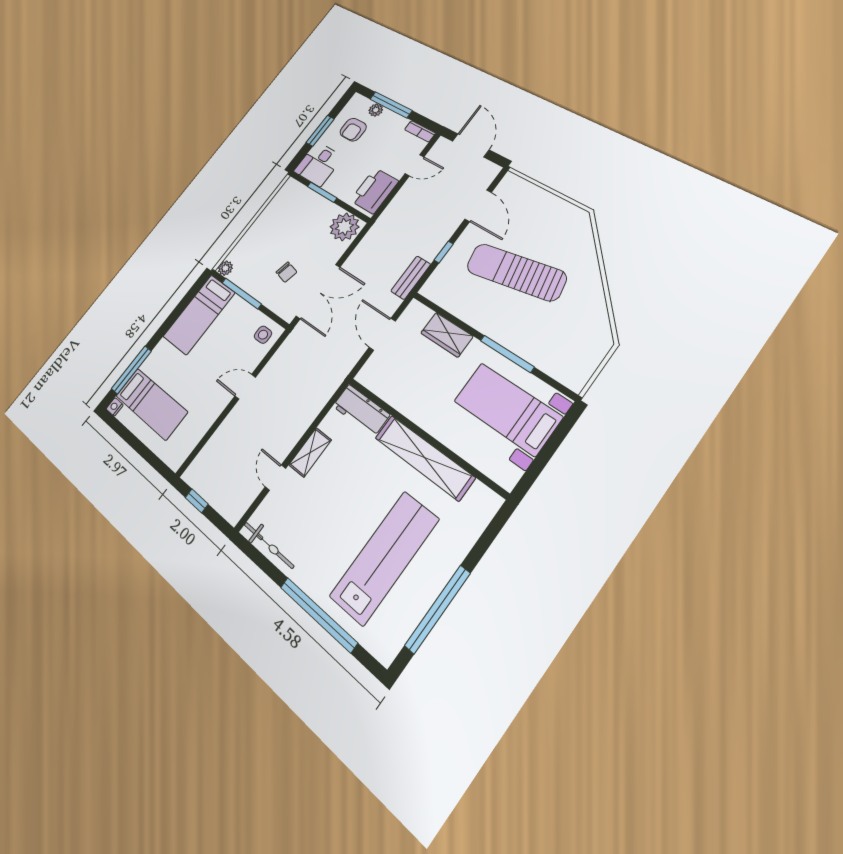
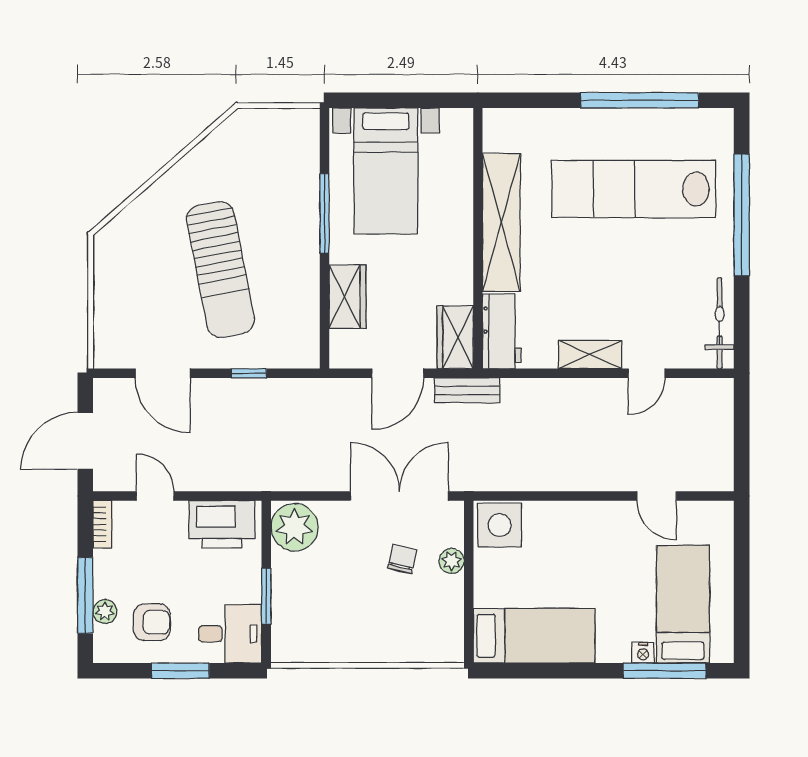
door: (478, 206) -> (163, 373), swing flipped
plant: (225, 268) -> (452, 561), moved
bench: (411, 278) -> (467, 390), moved
window: (242, 293) -> (469, 599), removed
side table: (263, 335) -> (500, 525), width x1.87, depth x1.87
wardrobe: (378, 381) -> (455, 337), added
door: (245, 387) -> (657, 496), moved
nightstand: (115, 407) -> (643, 653), moved
window: (197, 501) -> (742, 447), removed

